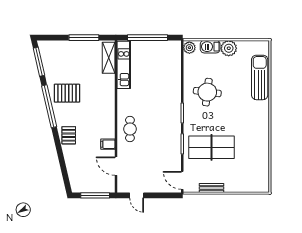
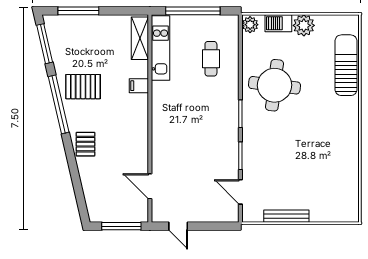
window: (84, 38) -> (78, 11), moved
round table: (207, 92) -> (274, 85), width x1.36, depth x1.36
cafe table: (130, 129) -> (211, 59), moved
filing cabinet: (108, 144) -> (139, 86), moved
table tennis table: (211, 147) -> (280, 161), removed
door: (182, 180) -> (240, 192), moved
bench: (212, 188) -> (286, 216), width x1.36

